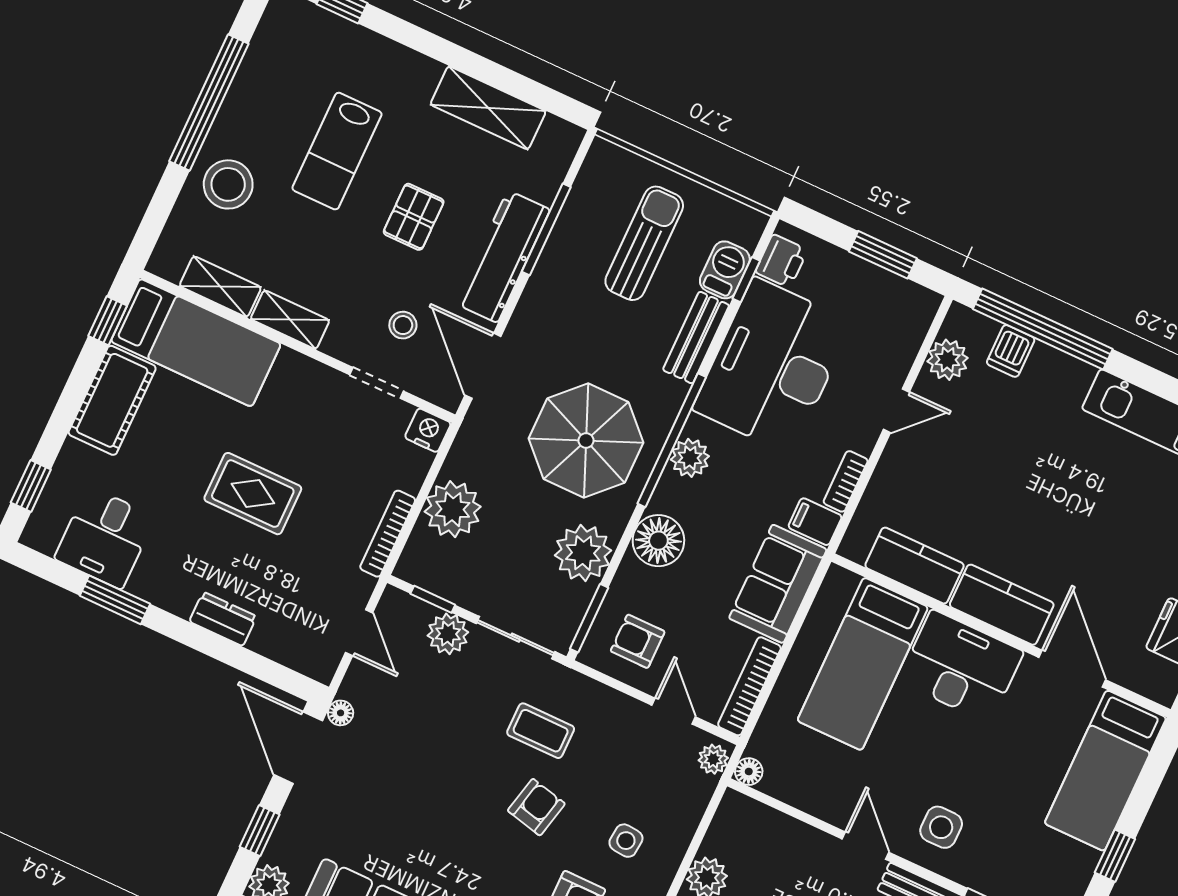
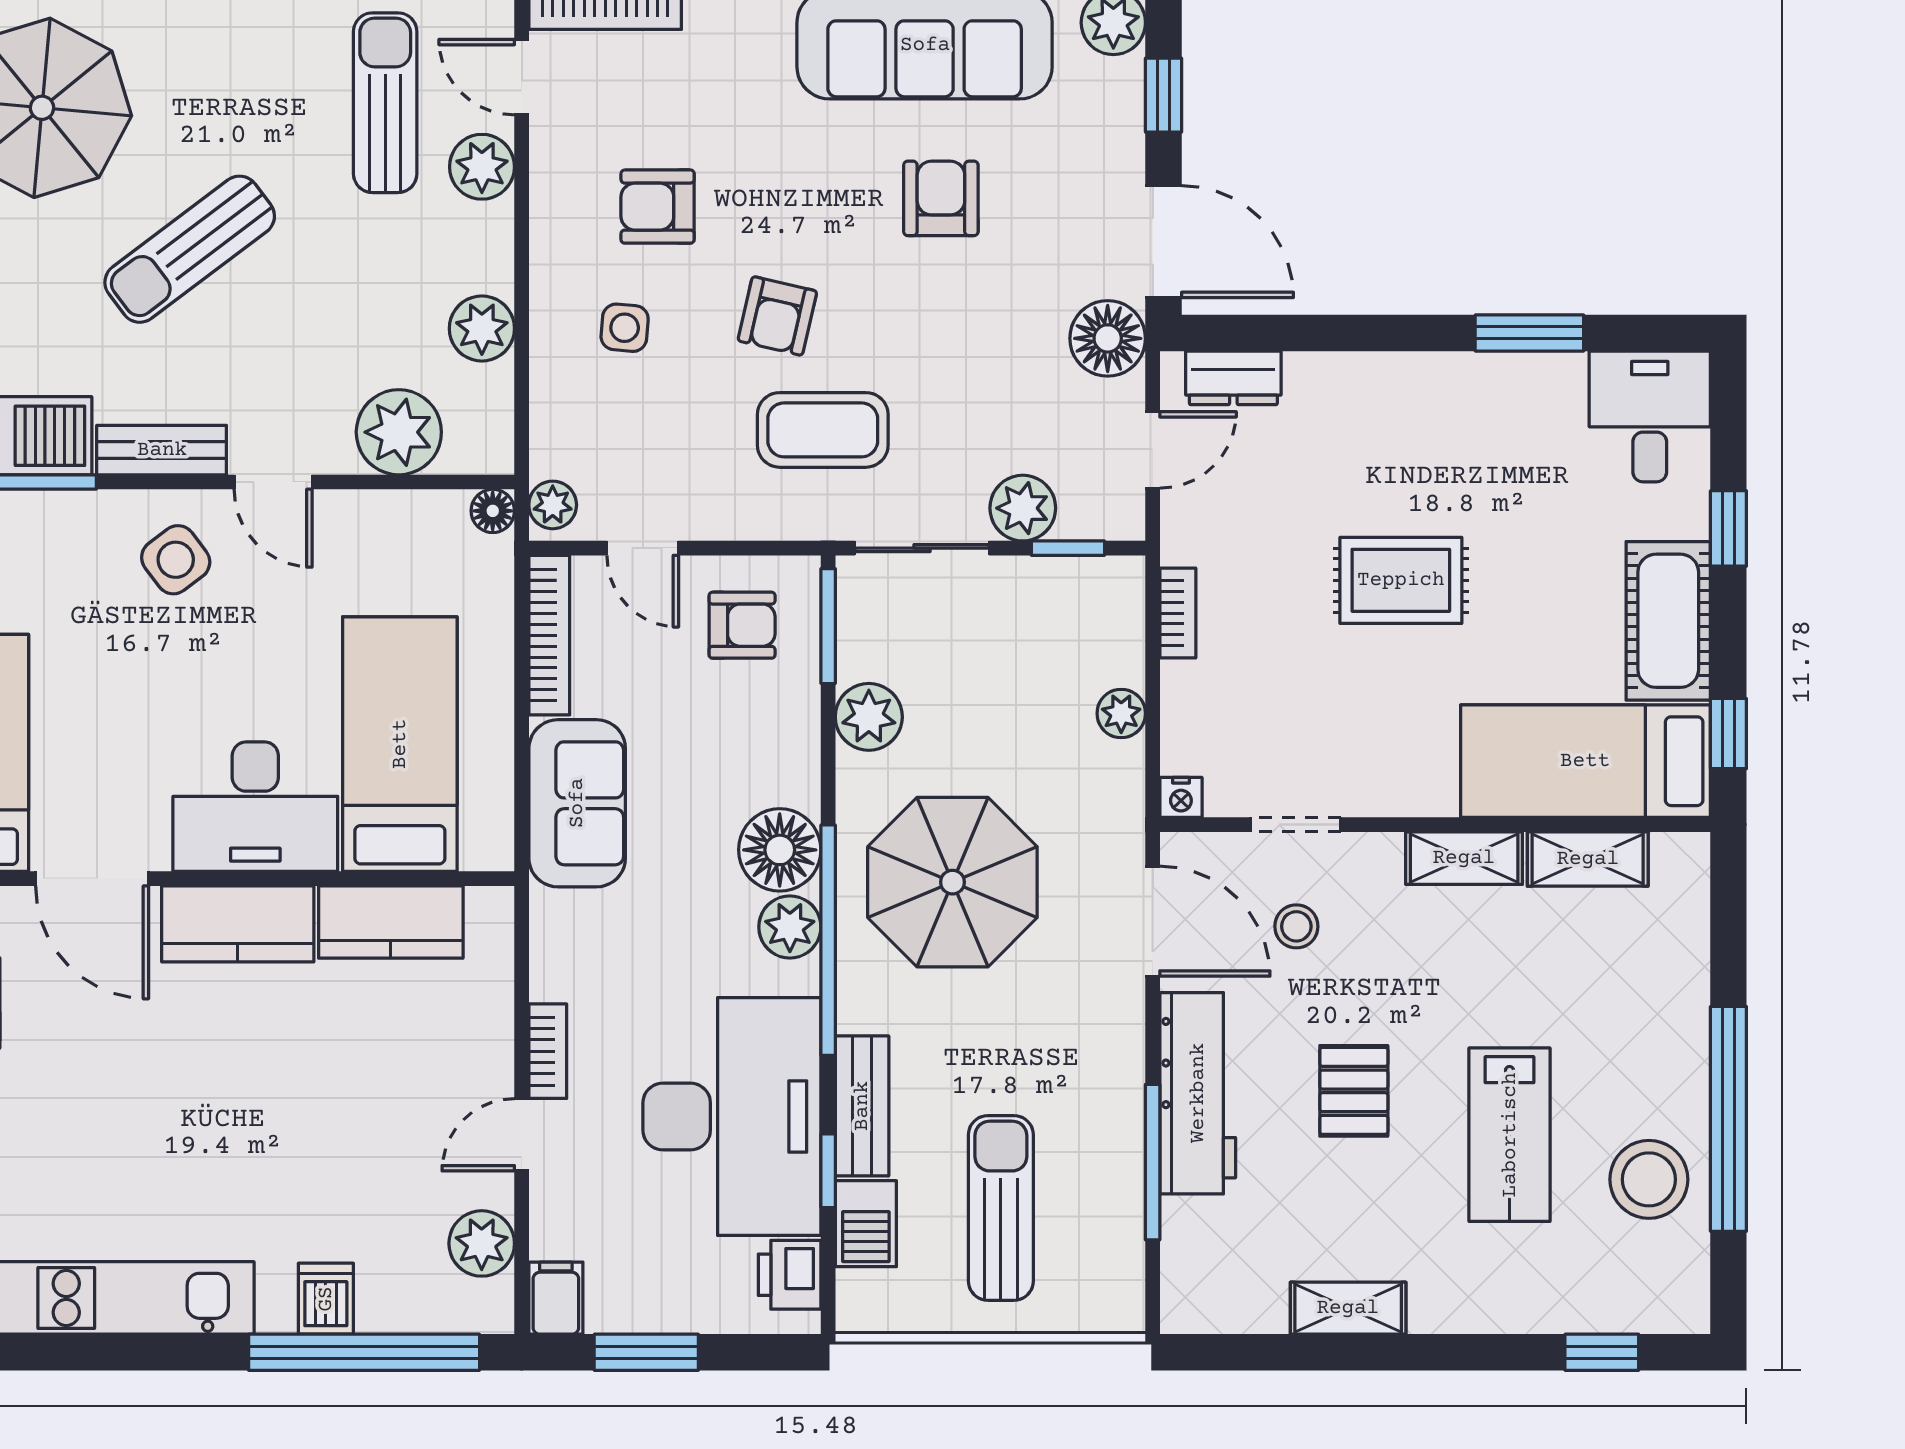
shelving: (488, 108) -> (1348, 1308), width x0.67, depth x0.75
lab bench: (337, 151) -> (1510, 1135), turned 180
stool: (228, 184) -> (1649, 1179), moved
sun lounger: (644, 243) -> (1001, 1208), turned 180
window: (746, 280) -> (828, 1171), moved
dishwasher: (1011, 351) -> (326, 1299), moved
nightstand: (428, 430) -> (1181, 797), width x0.72, depth x0.74
bookcase: (846, 481) -> (548, 1051), moved
window: (31, 486) -> (1728, 528), moved
plant: (453, 509) -> (1121, 713), width x0.53, depth x0.53
filing cabinet: (815, 522) -> (556, 1298), moved, turned -90
bookcase: (388, 534) -> (1178, 613), width x0.64
desk: (105, 538) -> (1650, 416), moved
floor lamp: (658, 541) -> (780, 850), moved
plant: (583, 553) -> (869, 717), width x0.73, depth x0.73
dresser: (223, 619) -> (1233, 378), moved
door: (359, 633) -> (1153, 450), swing flipped
floor lamp: (341, 713) -> (1108, 338), width x1.89, depth x1.89
coffee table: (541, 731) -> (823, 430), width x1.36, depth x1.30
side table: (941, 827) -> (176, 560), turned -37
armchair: (413, 831) -> (941, 198), added
plant: (781, 841) -> (399, 432), added

